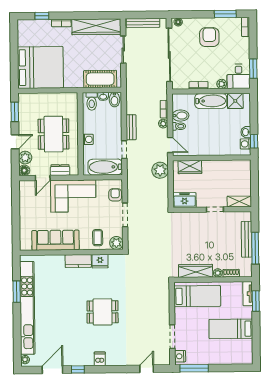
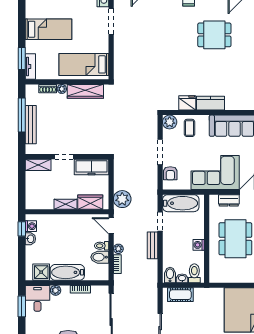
cot: (100, 79) -> (180, 295), width x0.73, depth x0.75
washing machine: (88, 139) -> (199, 245), moved
shelving: (213, 165) -> (66, 204), added
freezer: (185, 200) -> (92, 167), width x1.40
dining table: (103, 312) -> (214, 35), moved

